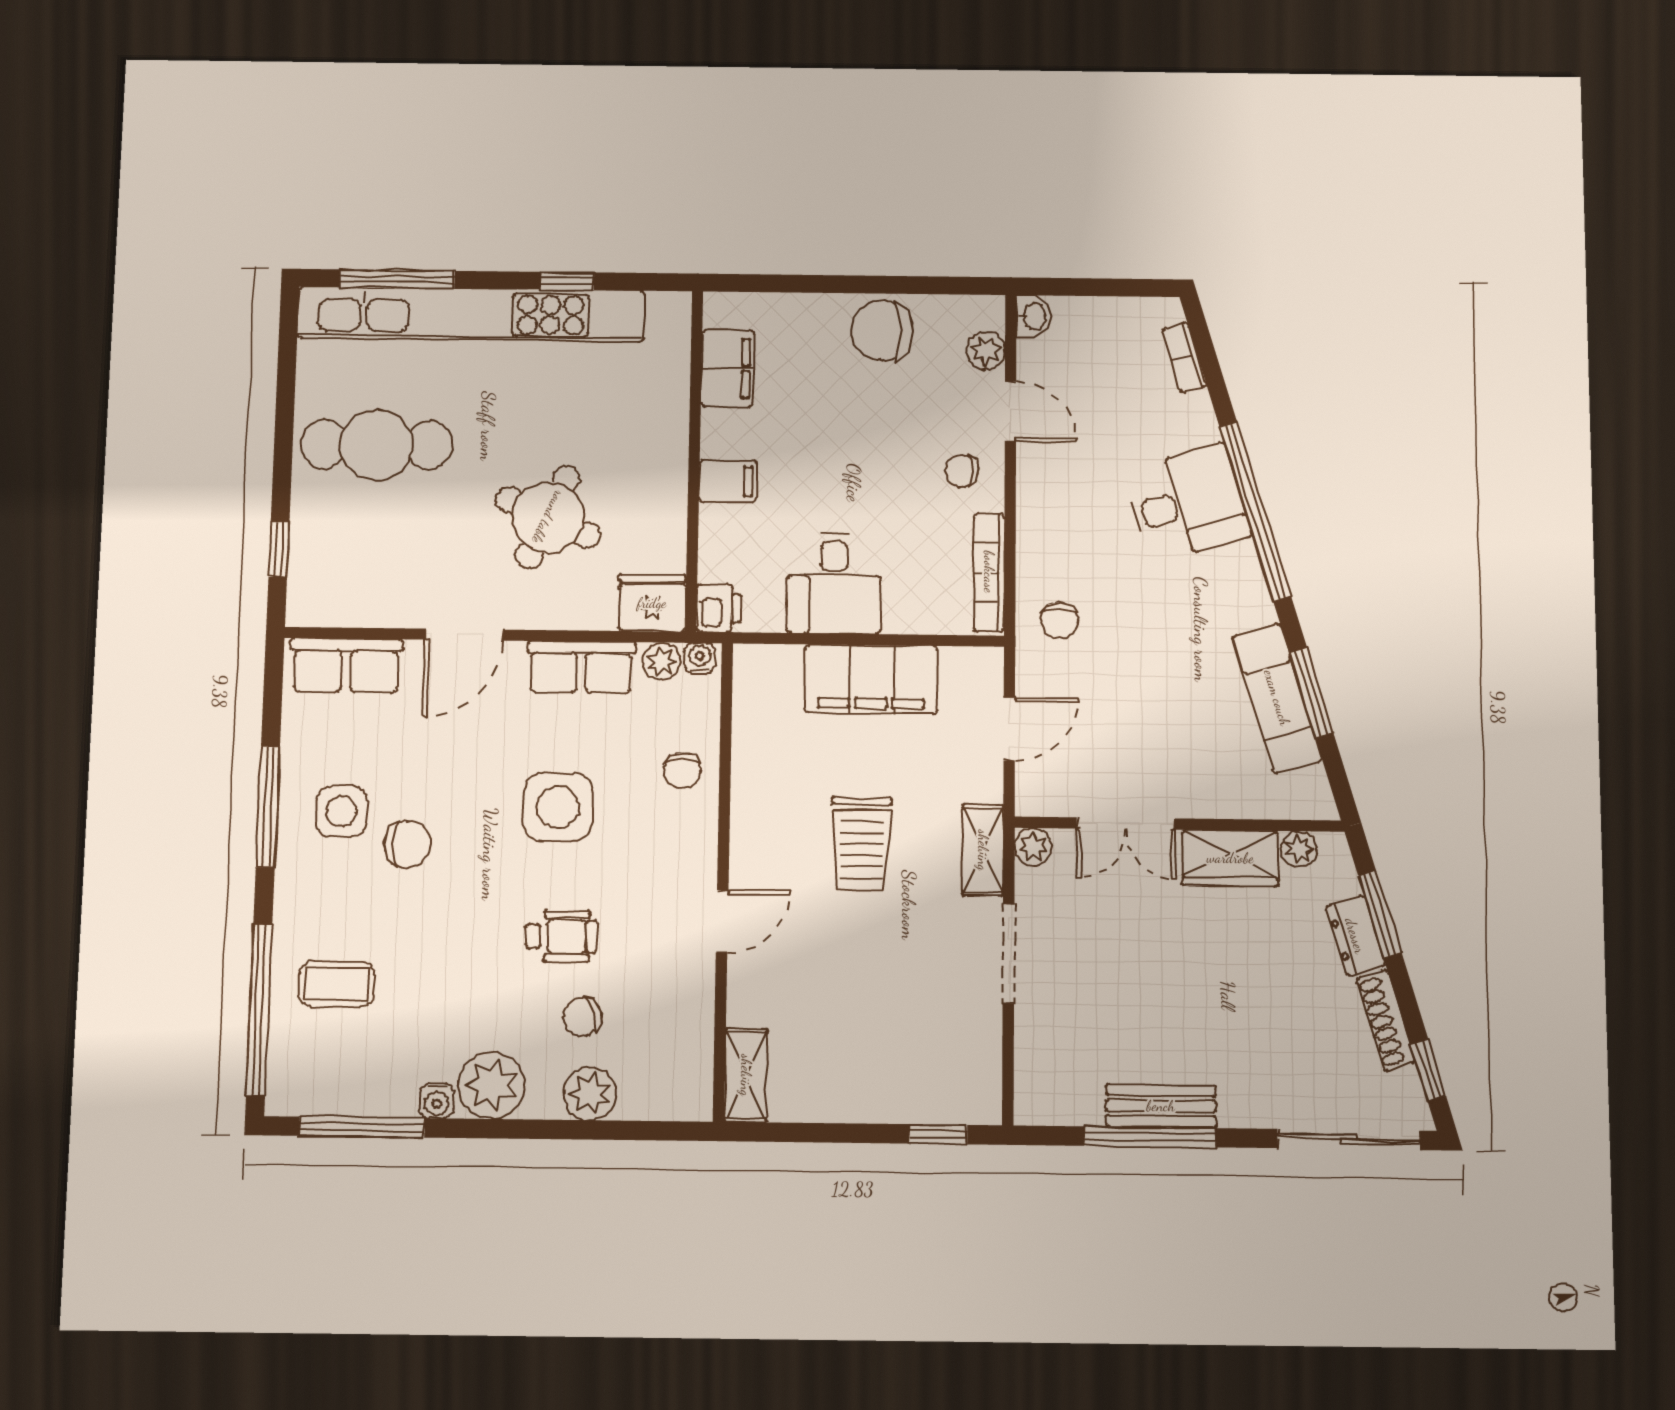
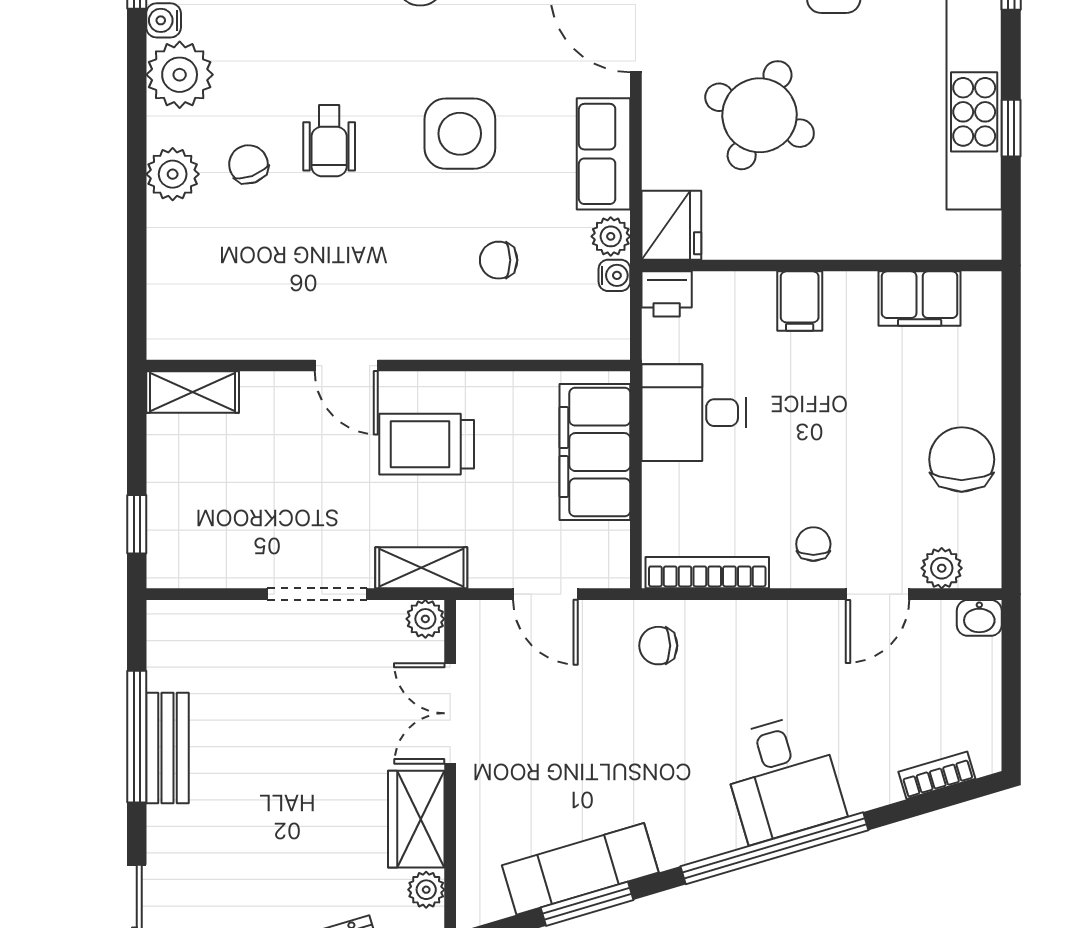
wall: (723, 880) -> (388, 366), moved
door: (722, 921) -> (346, 366), moved
shelving: (746, 1075) -> (193, 392), moved

